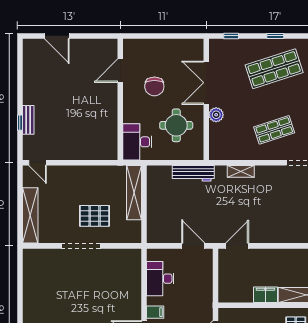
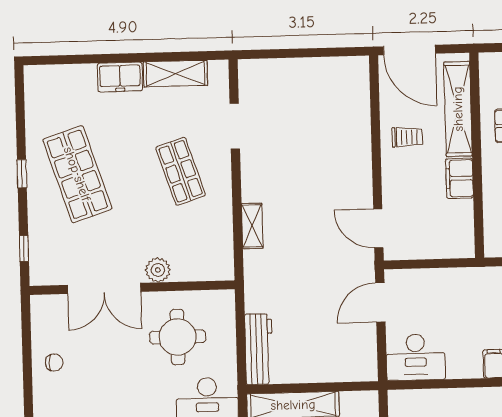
chair: (154, 86) -> (54, 362), moved, width x0.54, depth x0.54
workbench: (193, 173) -> (259, 349), moved
trolley: (291, 265) -> (407, 137), added
desk: (160, 279) -> (416, 357), moved

